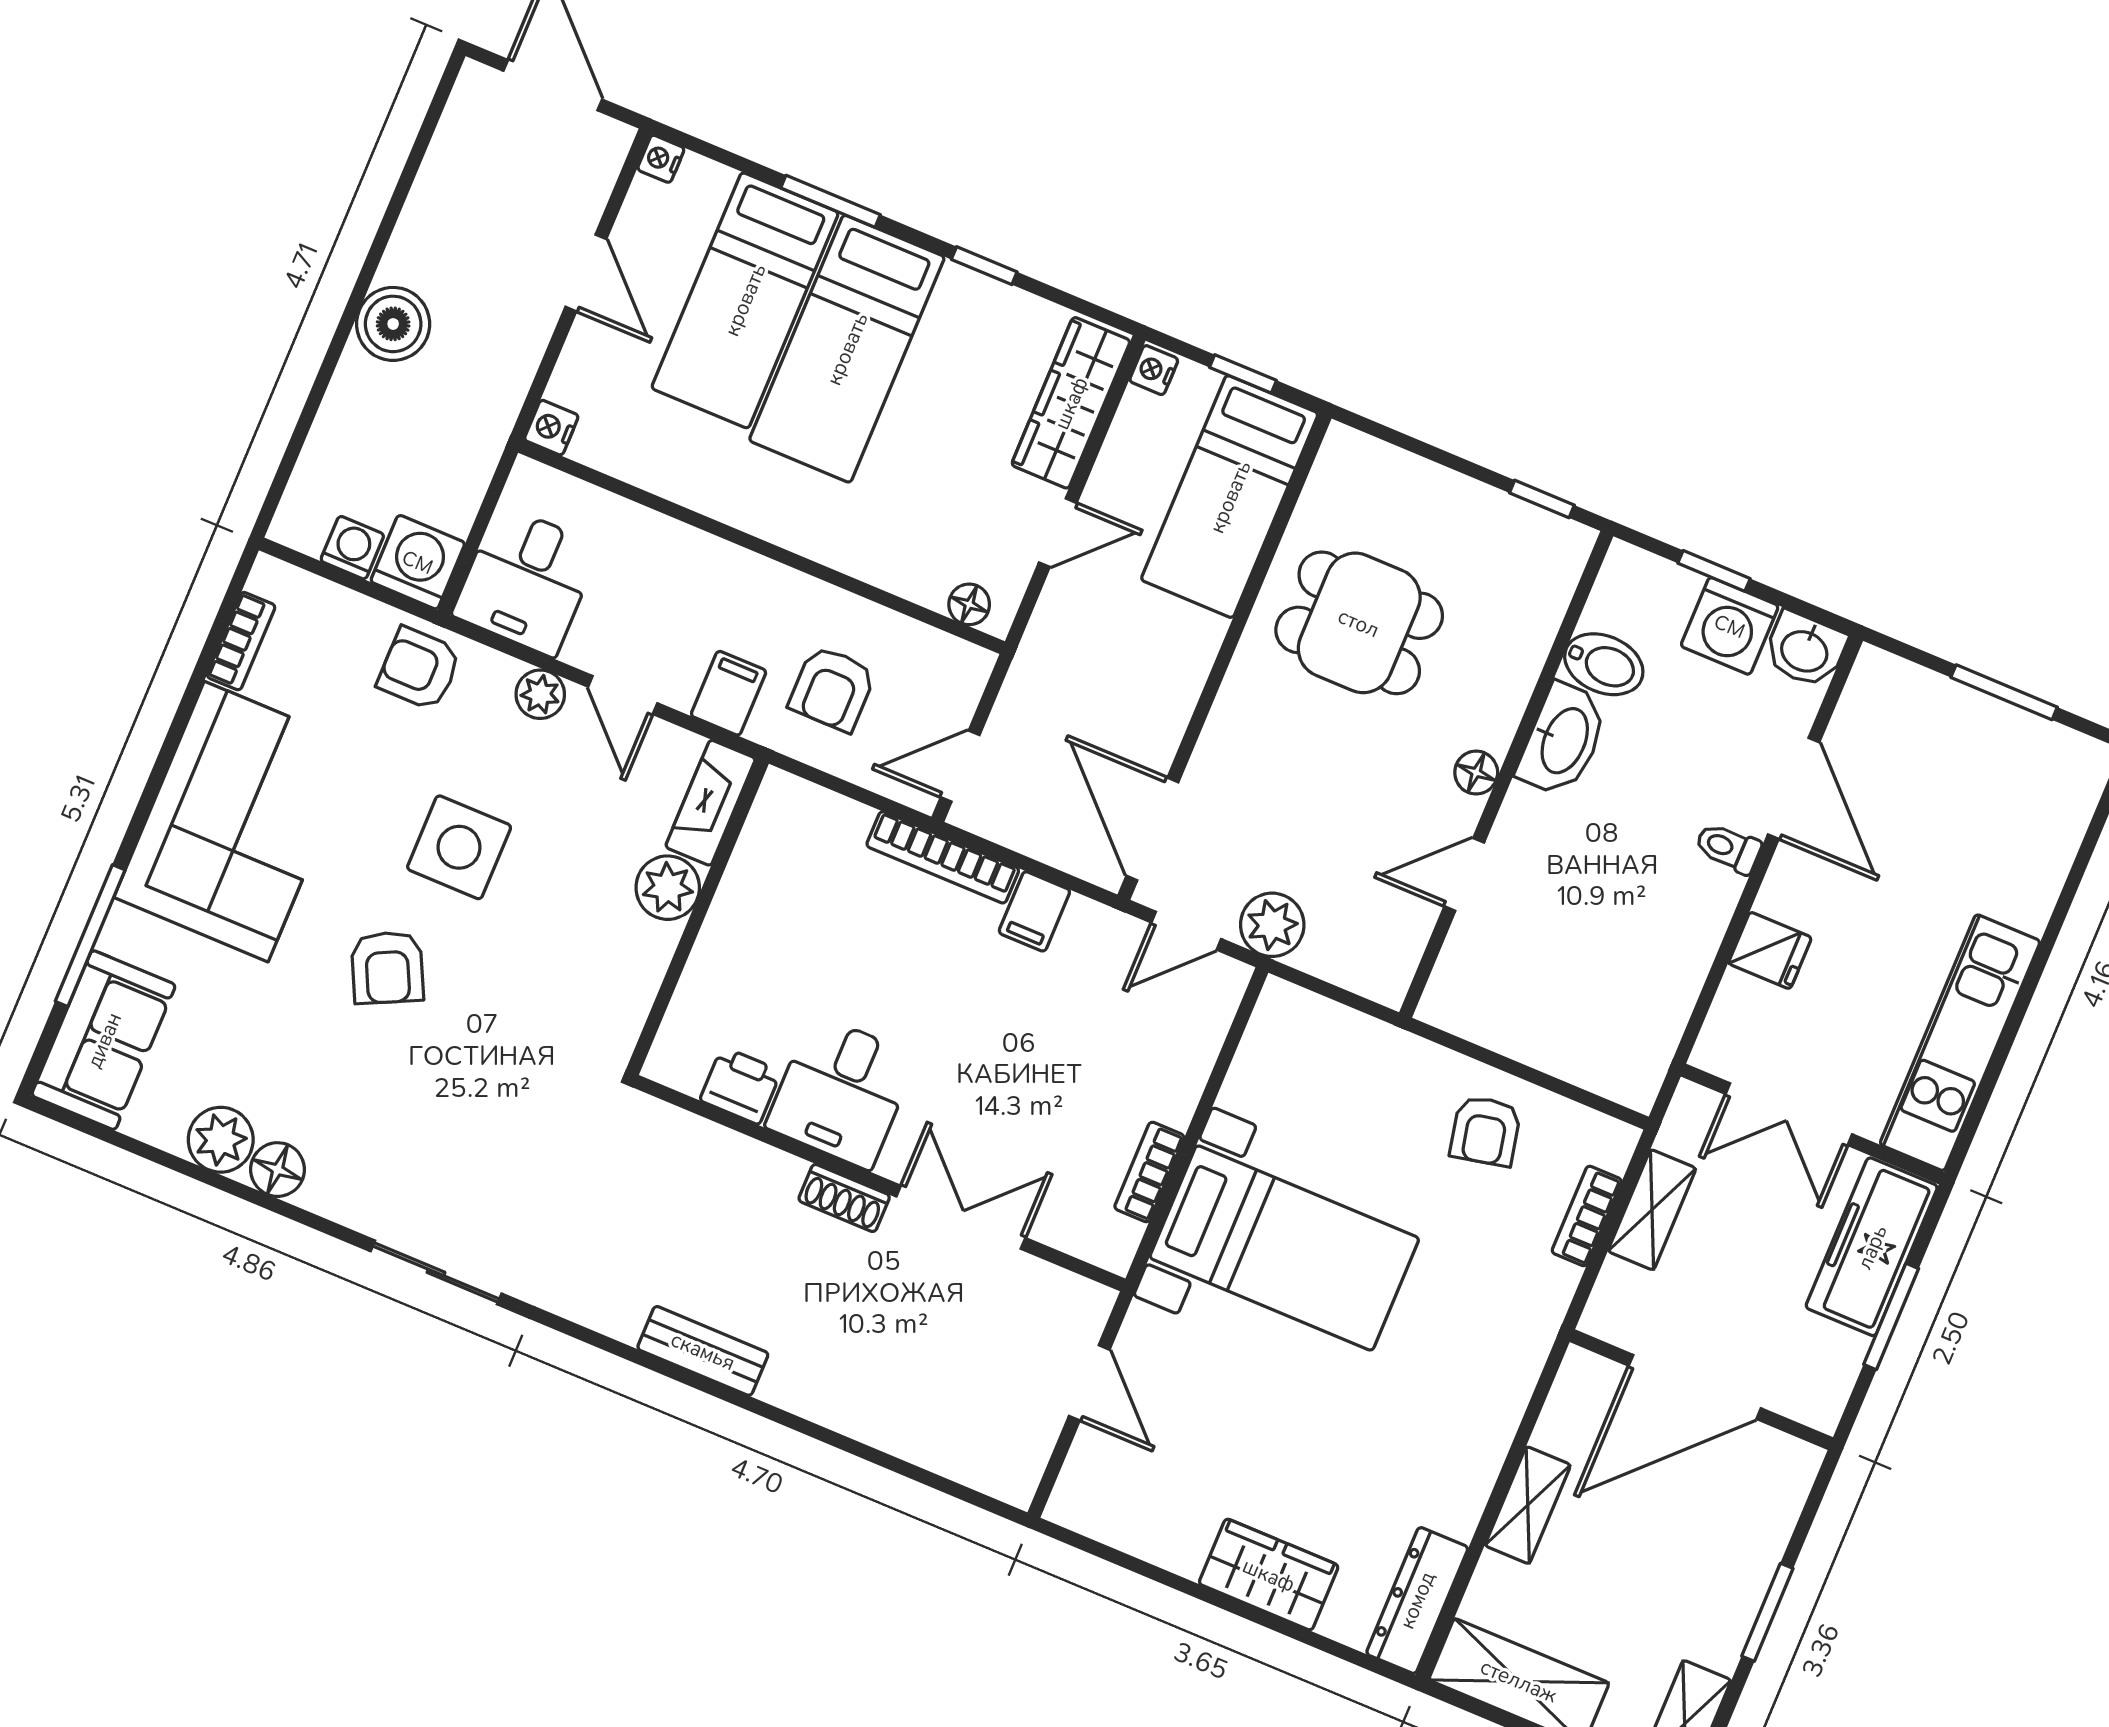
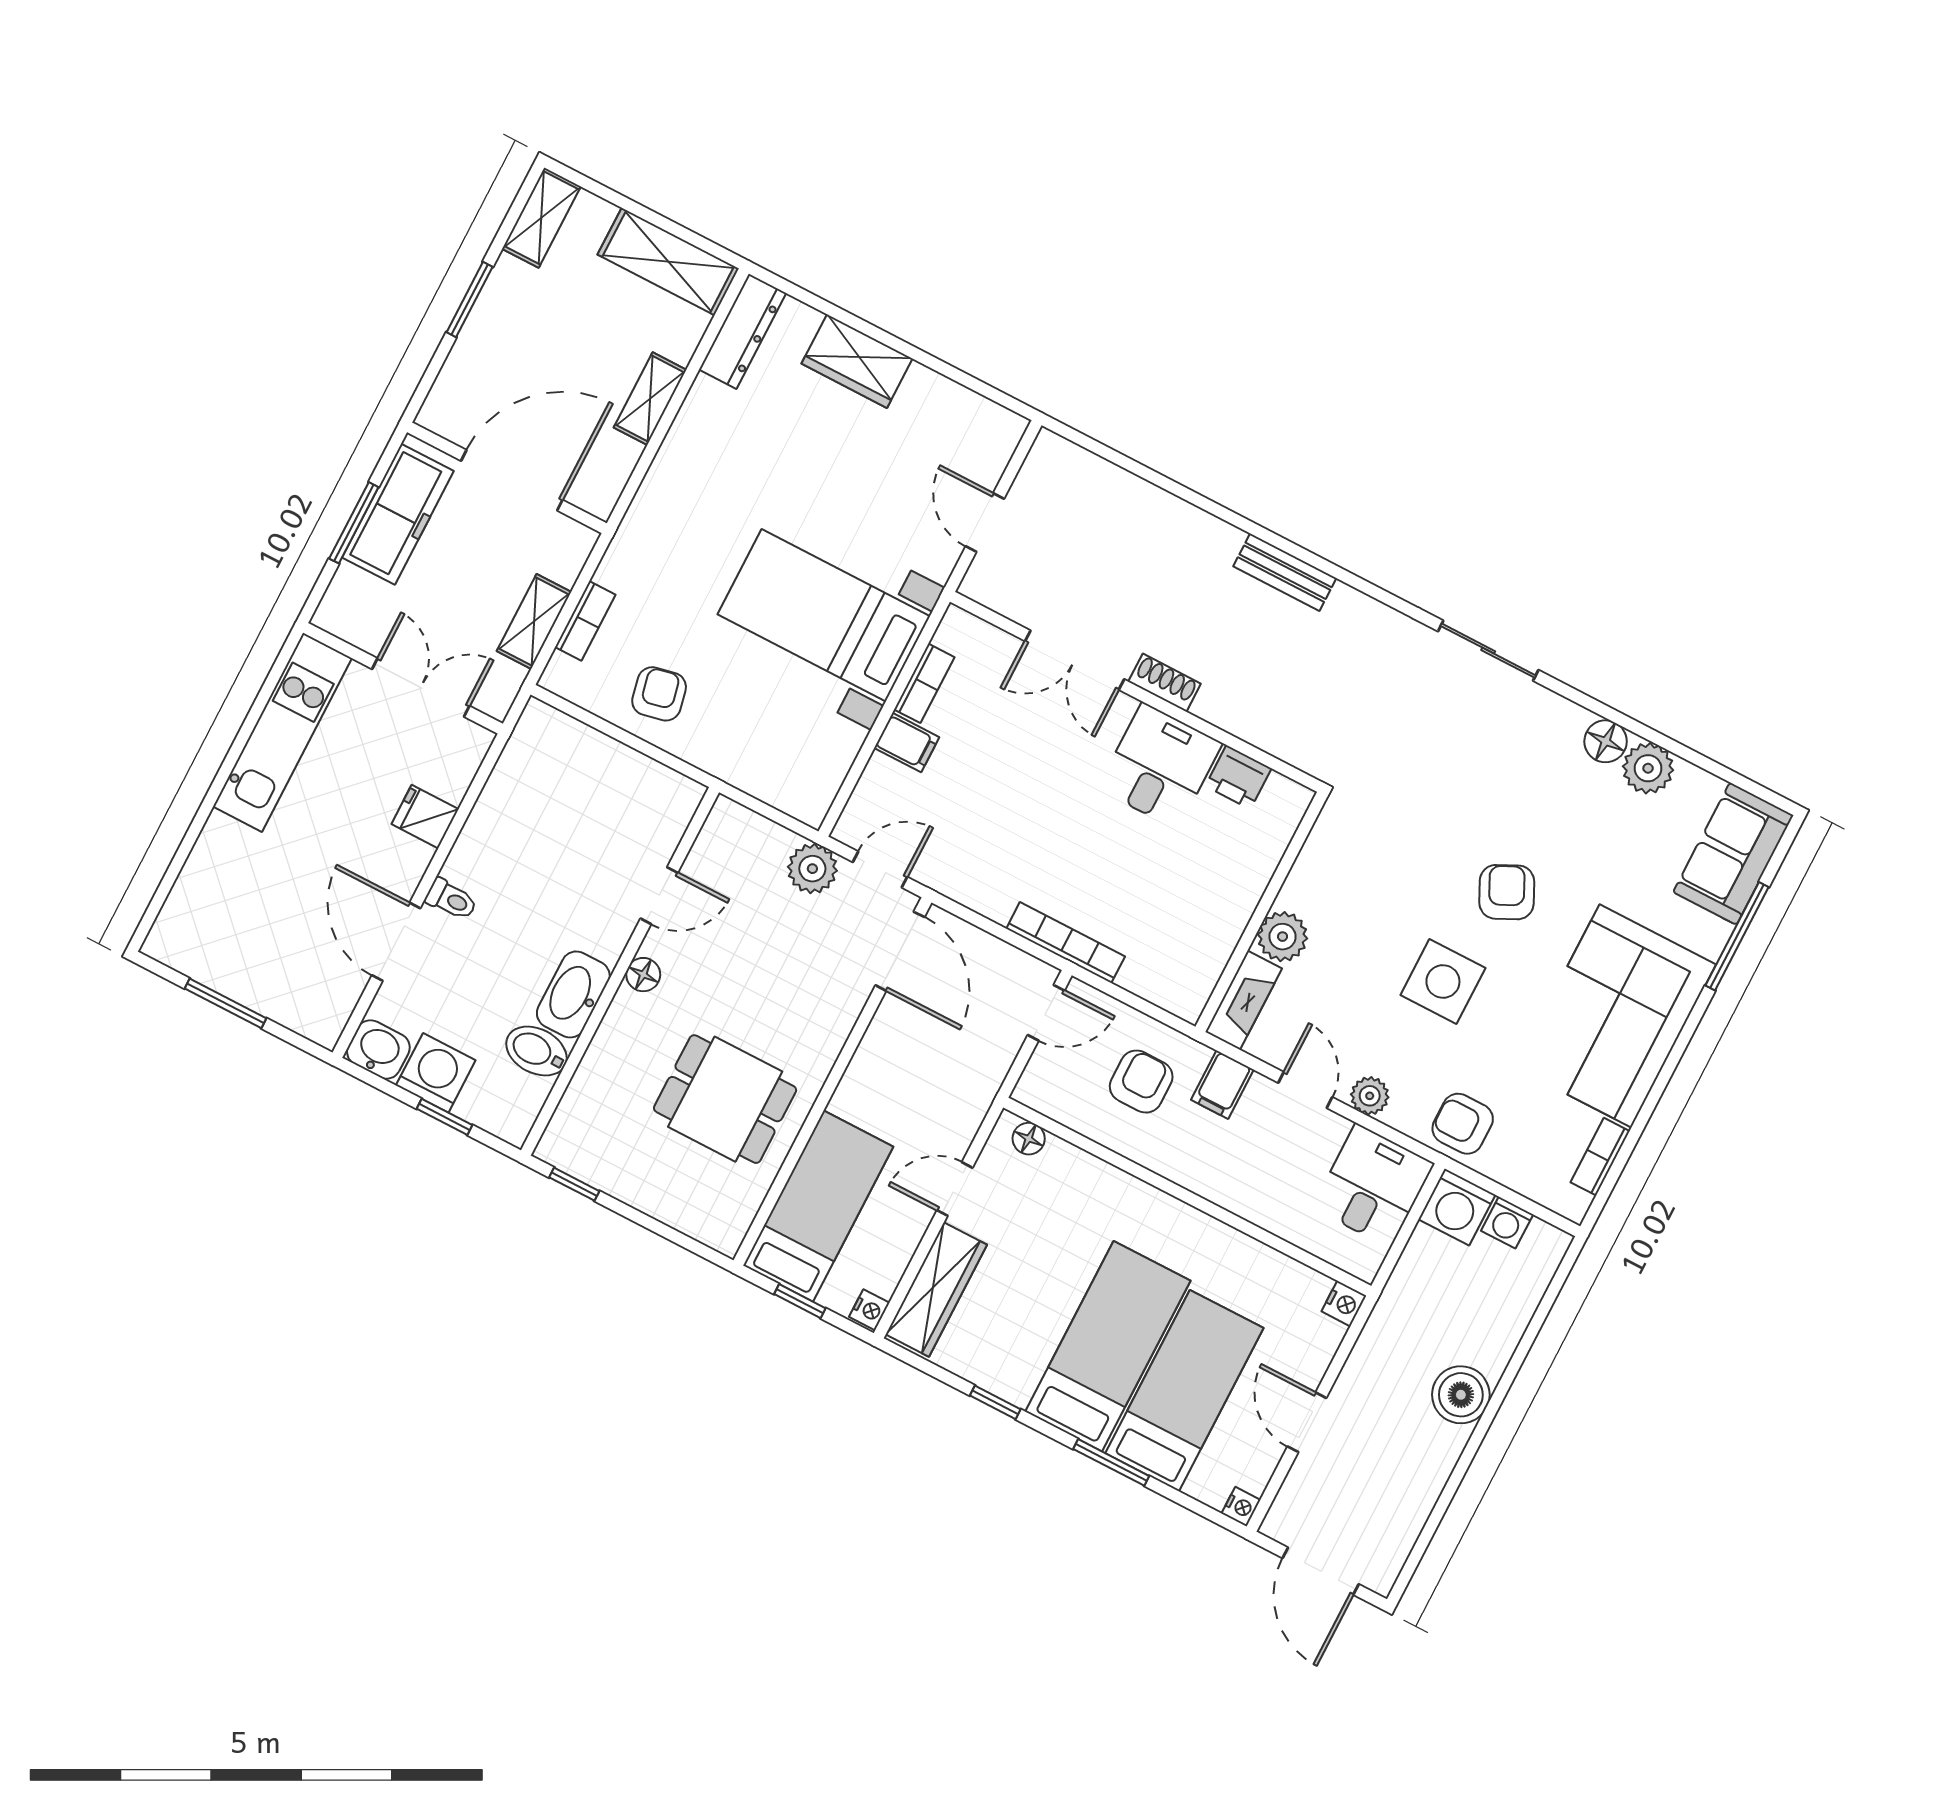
armchair: (419, 669) -> (1463, 1124), turned 180
filing cabinet: (1034, 911) -> (907, 743), moved, turned 90
freezer: (1872, 1247) -> (398, 514), moved

